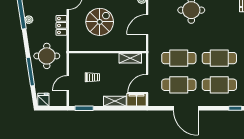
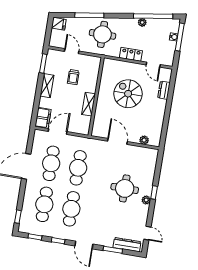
spiral stairs: (100, 22) -> (128, 94), turned 180
shelving: (130, 58) -> (89, 104), moved
door: (147, 84) -> (58, 131), hinge flipped
shelving: (115, 101) -> (47, 86), moved

